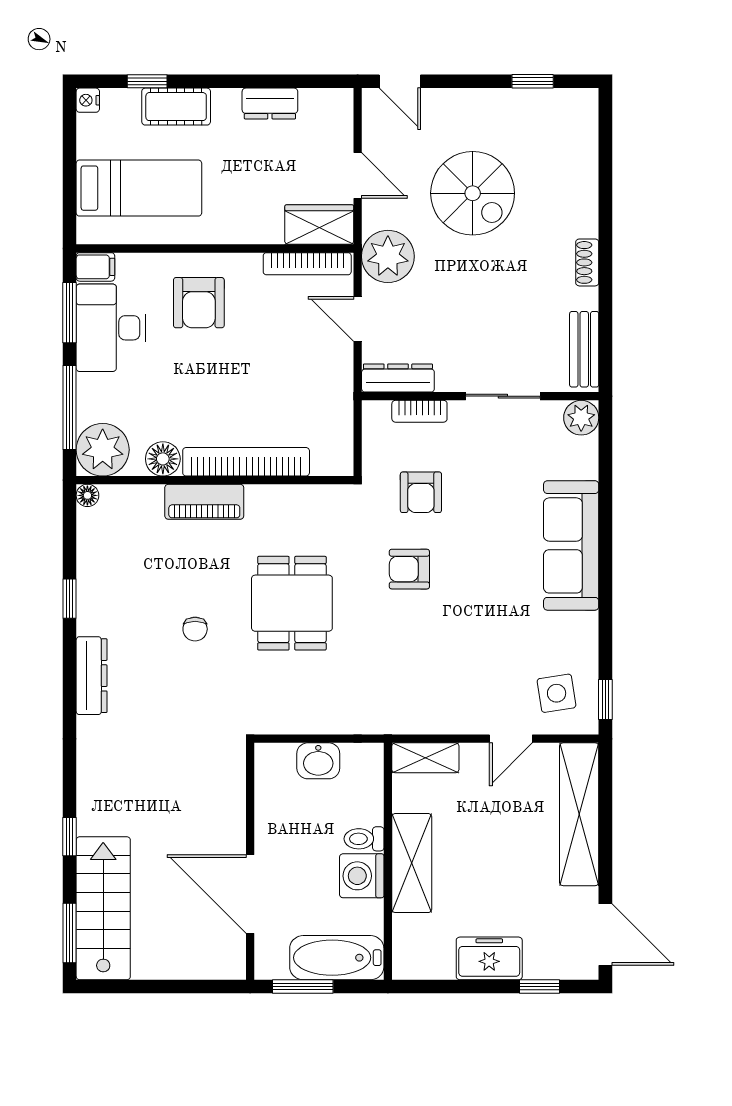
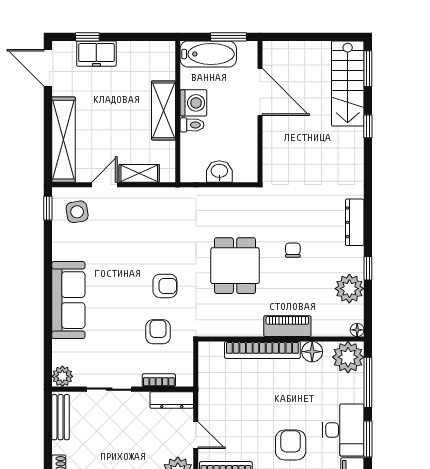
plant: (100, 565) -> (349, 289), added
shelving: (425, 758) -> (139, 173), moved
freezer: (489, 958) -> (96, 54), moved

